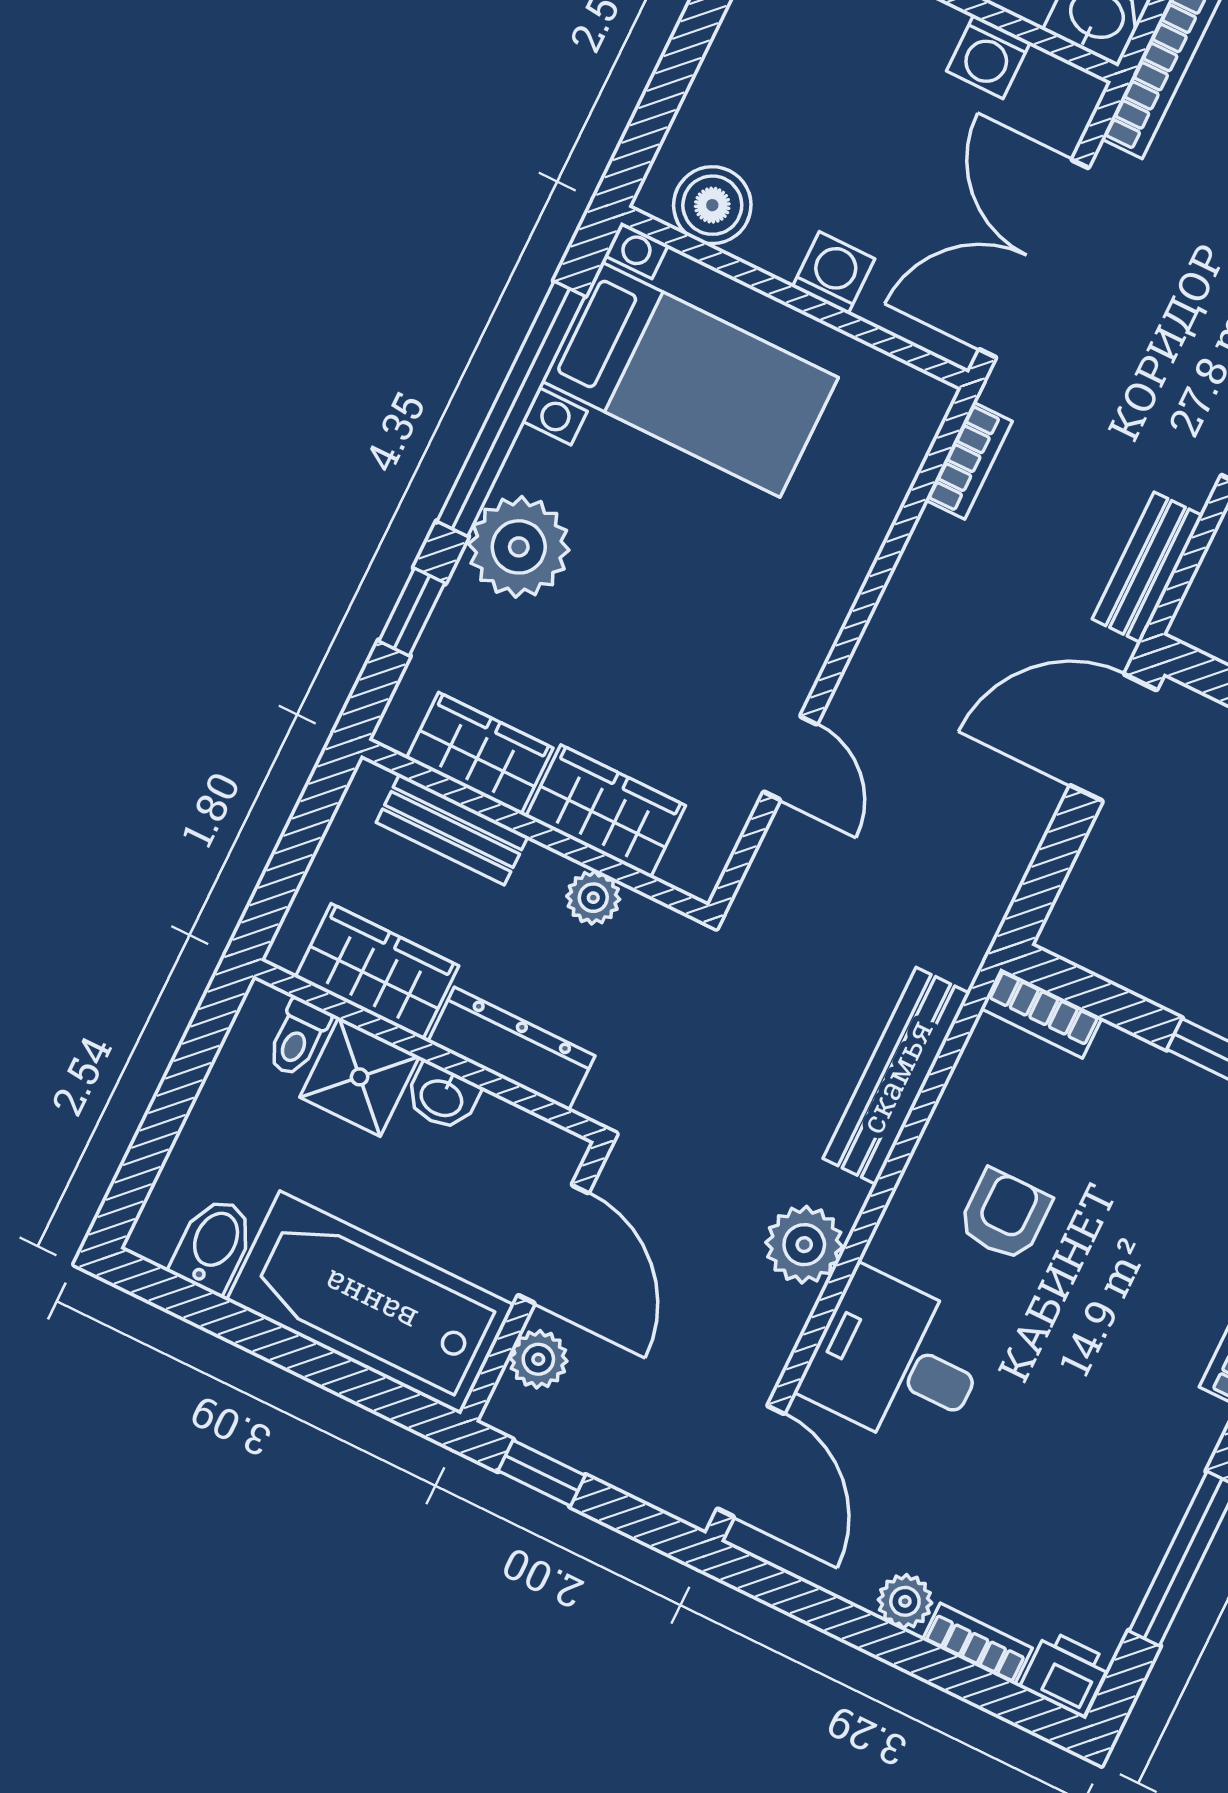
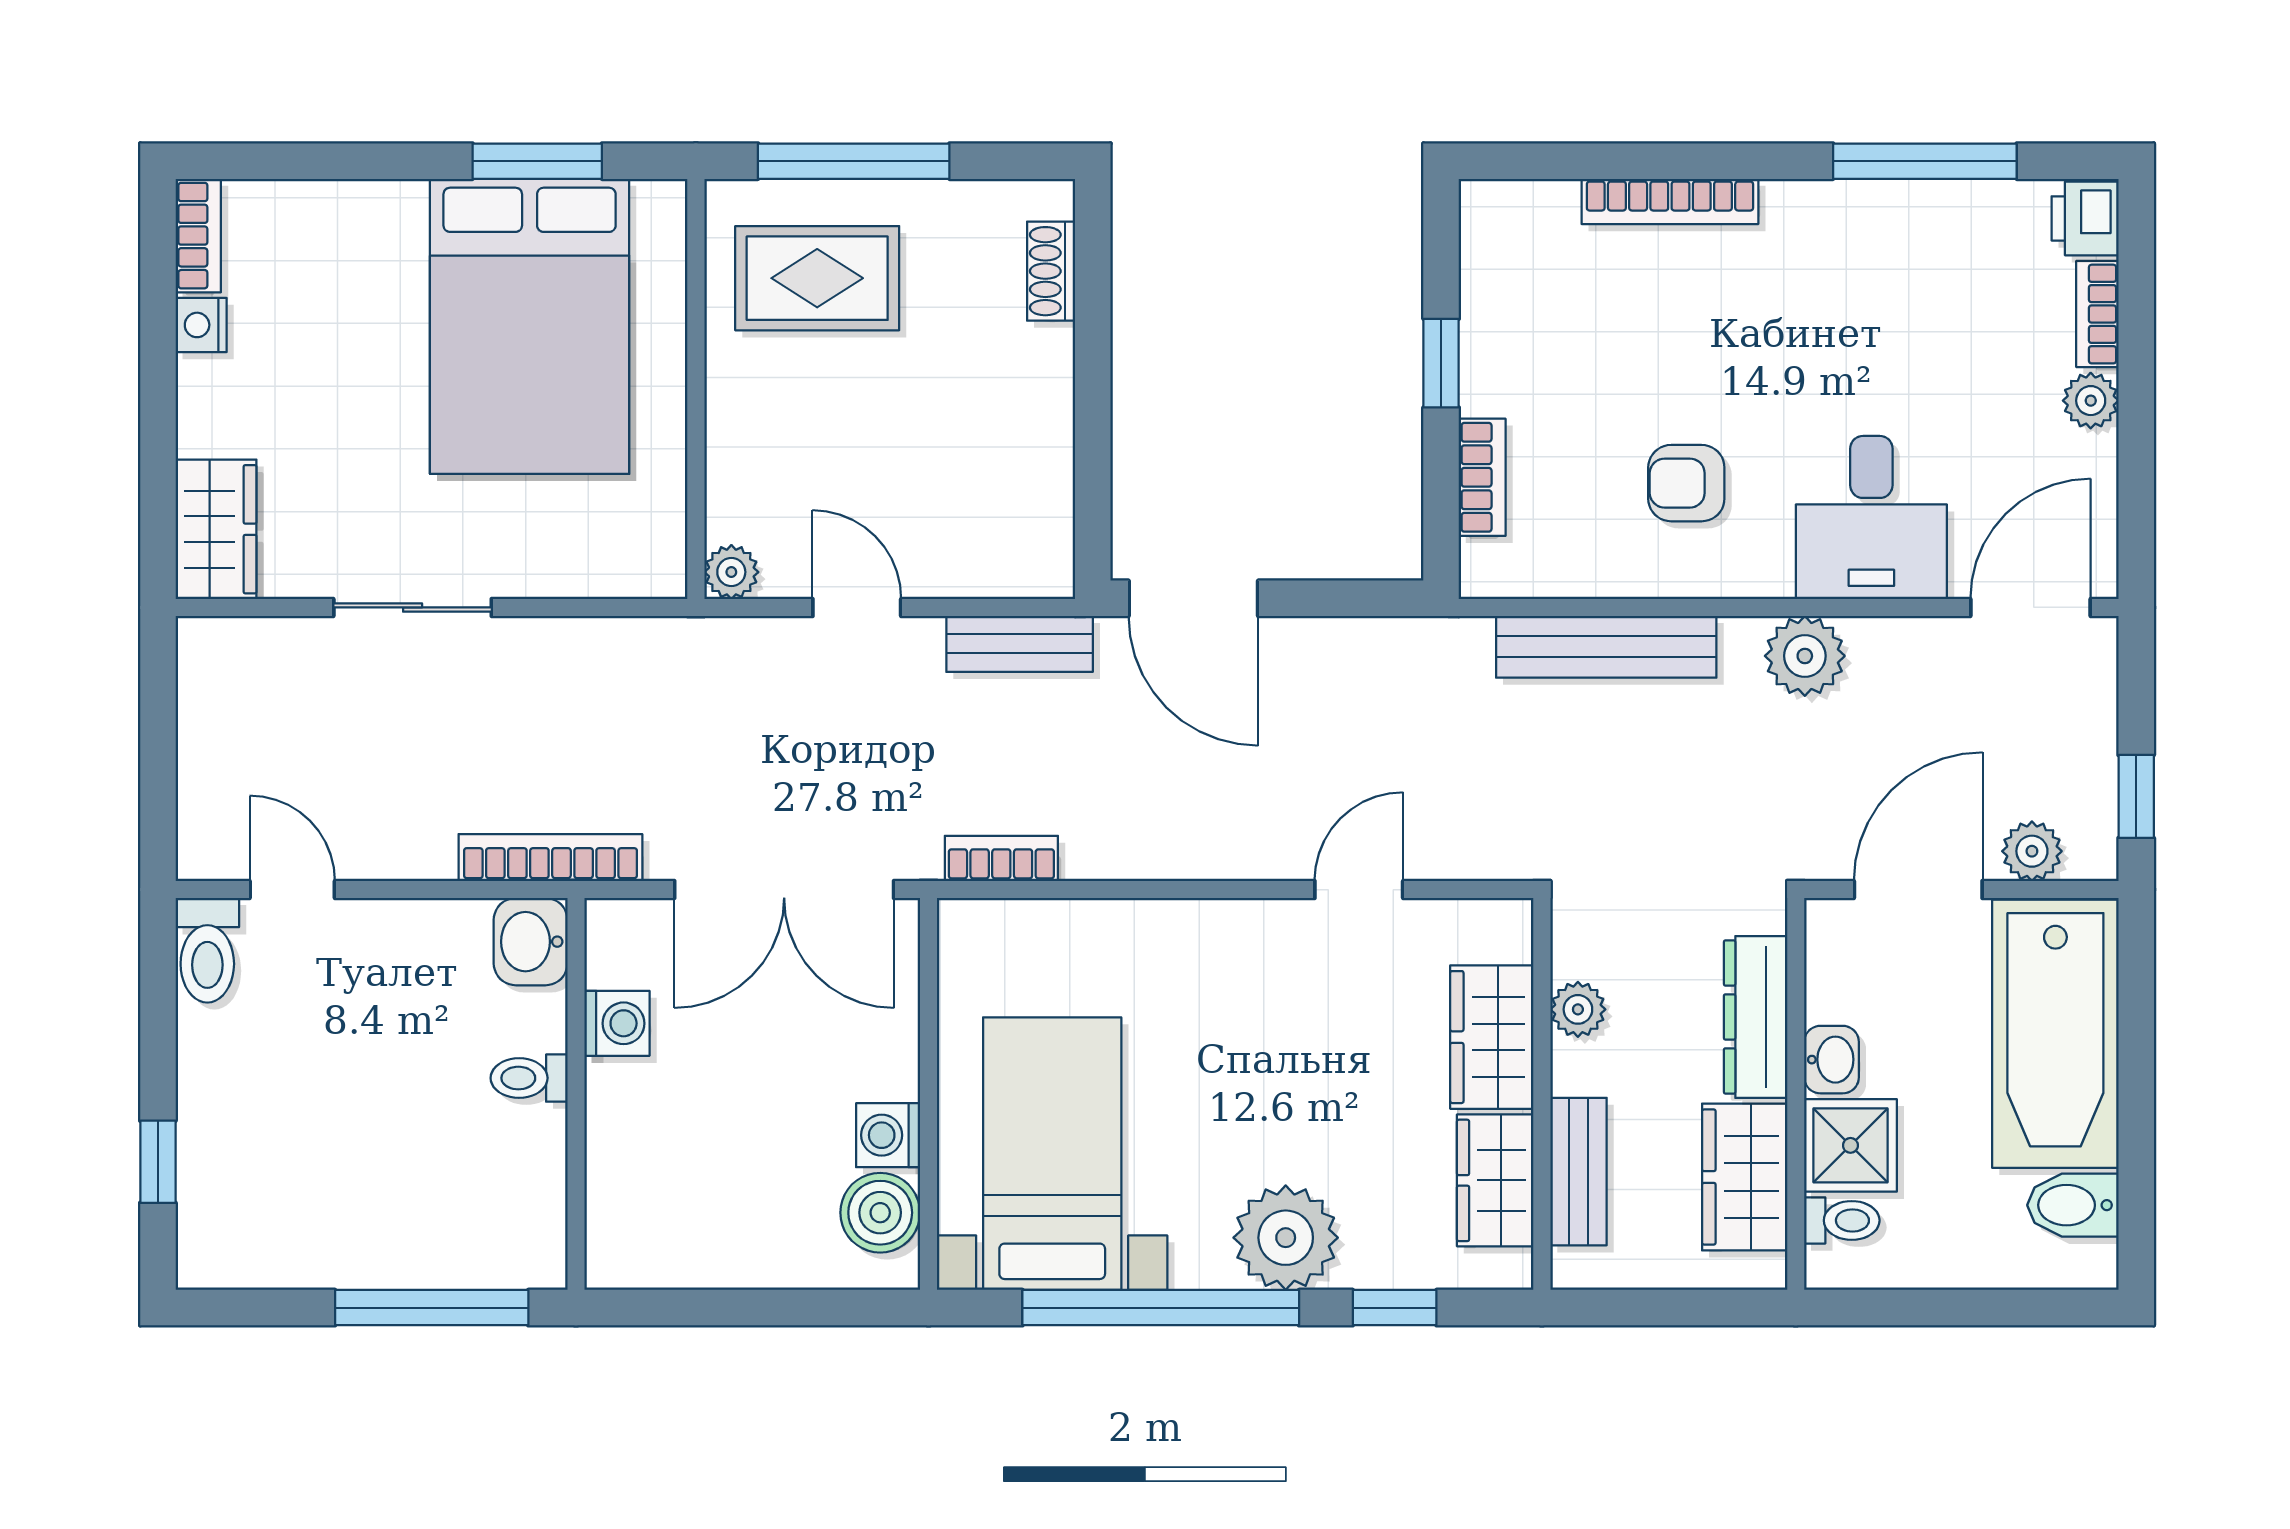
washing machine: (834, 273) -> (888, 1135), moved
bookcase: (1041, 1013) -> (1482, 477), moved

